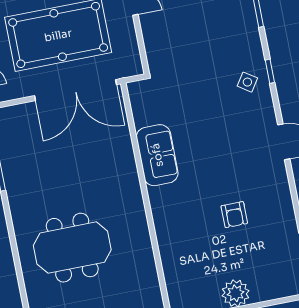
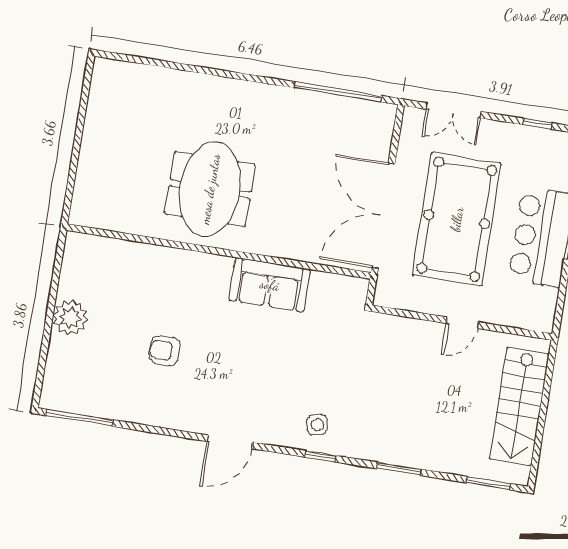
side table: (247, 82) -> (317, 425), turned 45
meeting table: (72, 248) -> (210, 189), moved

